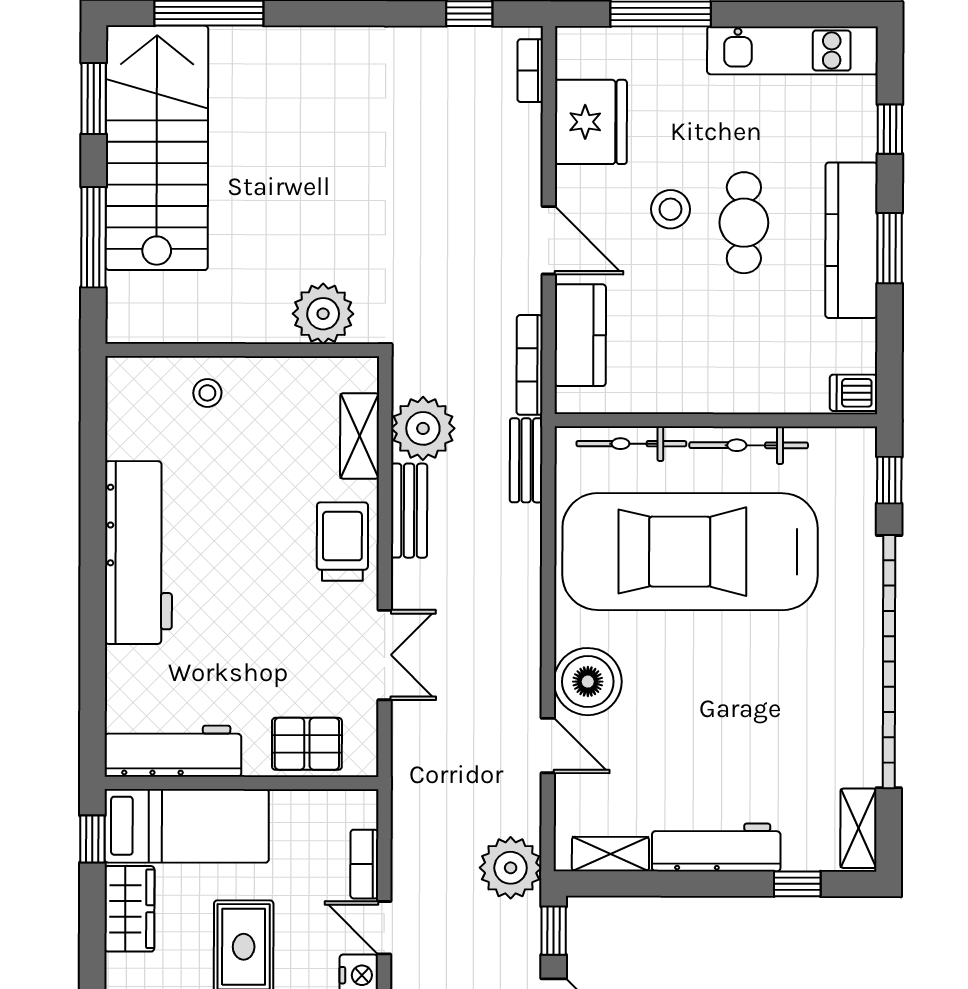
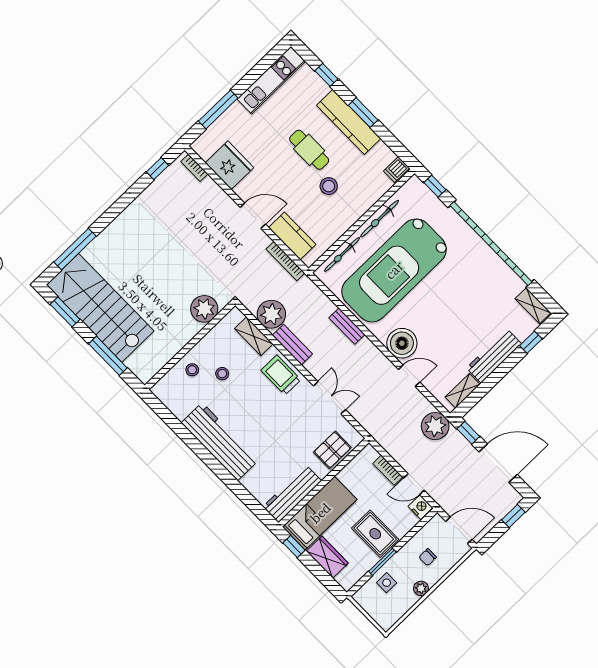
stool: (671, 209) -> (329, 186), moved
stool: (250, 447) -> (222, 374), added
bench: (526, 460) -> (347, 326), moved

